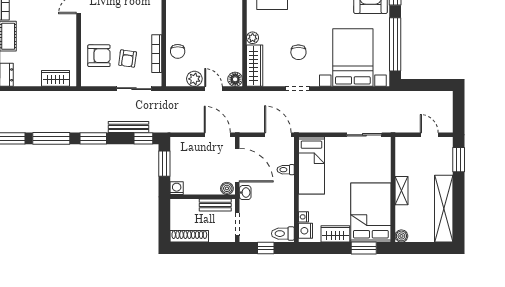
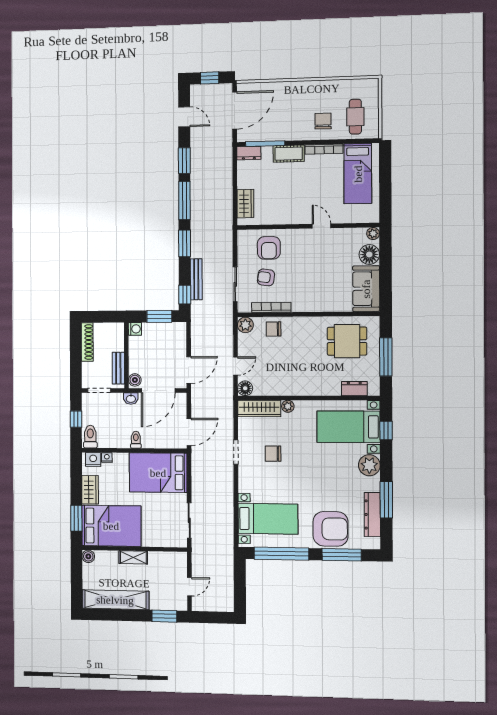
bed with nightstands: (353, 58) -> (268, 519), width x0.73
plant: (194, 79) -> (245, 325), moved
bed: (311, 166) -> (158, 473), width x1.50
toilet: (286, 170) -> (136, 440), moved

